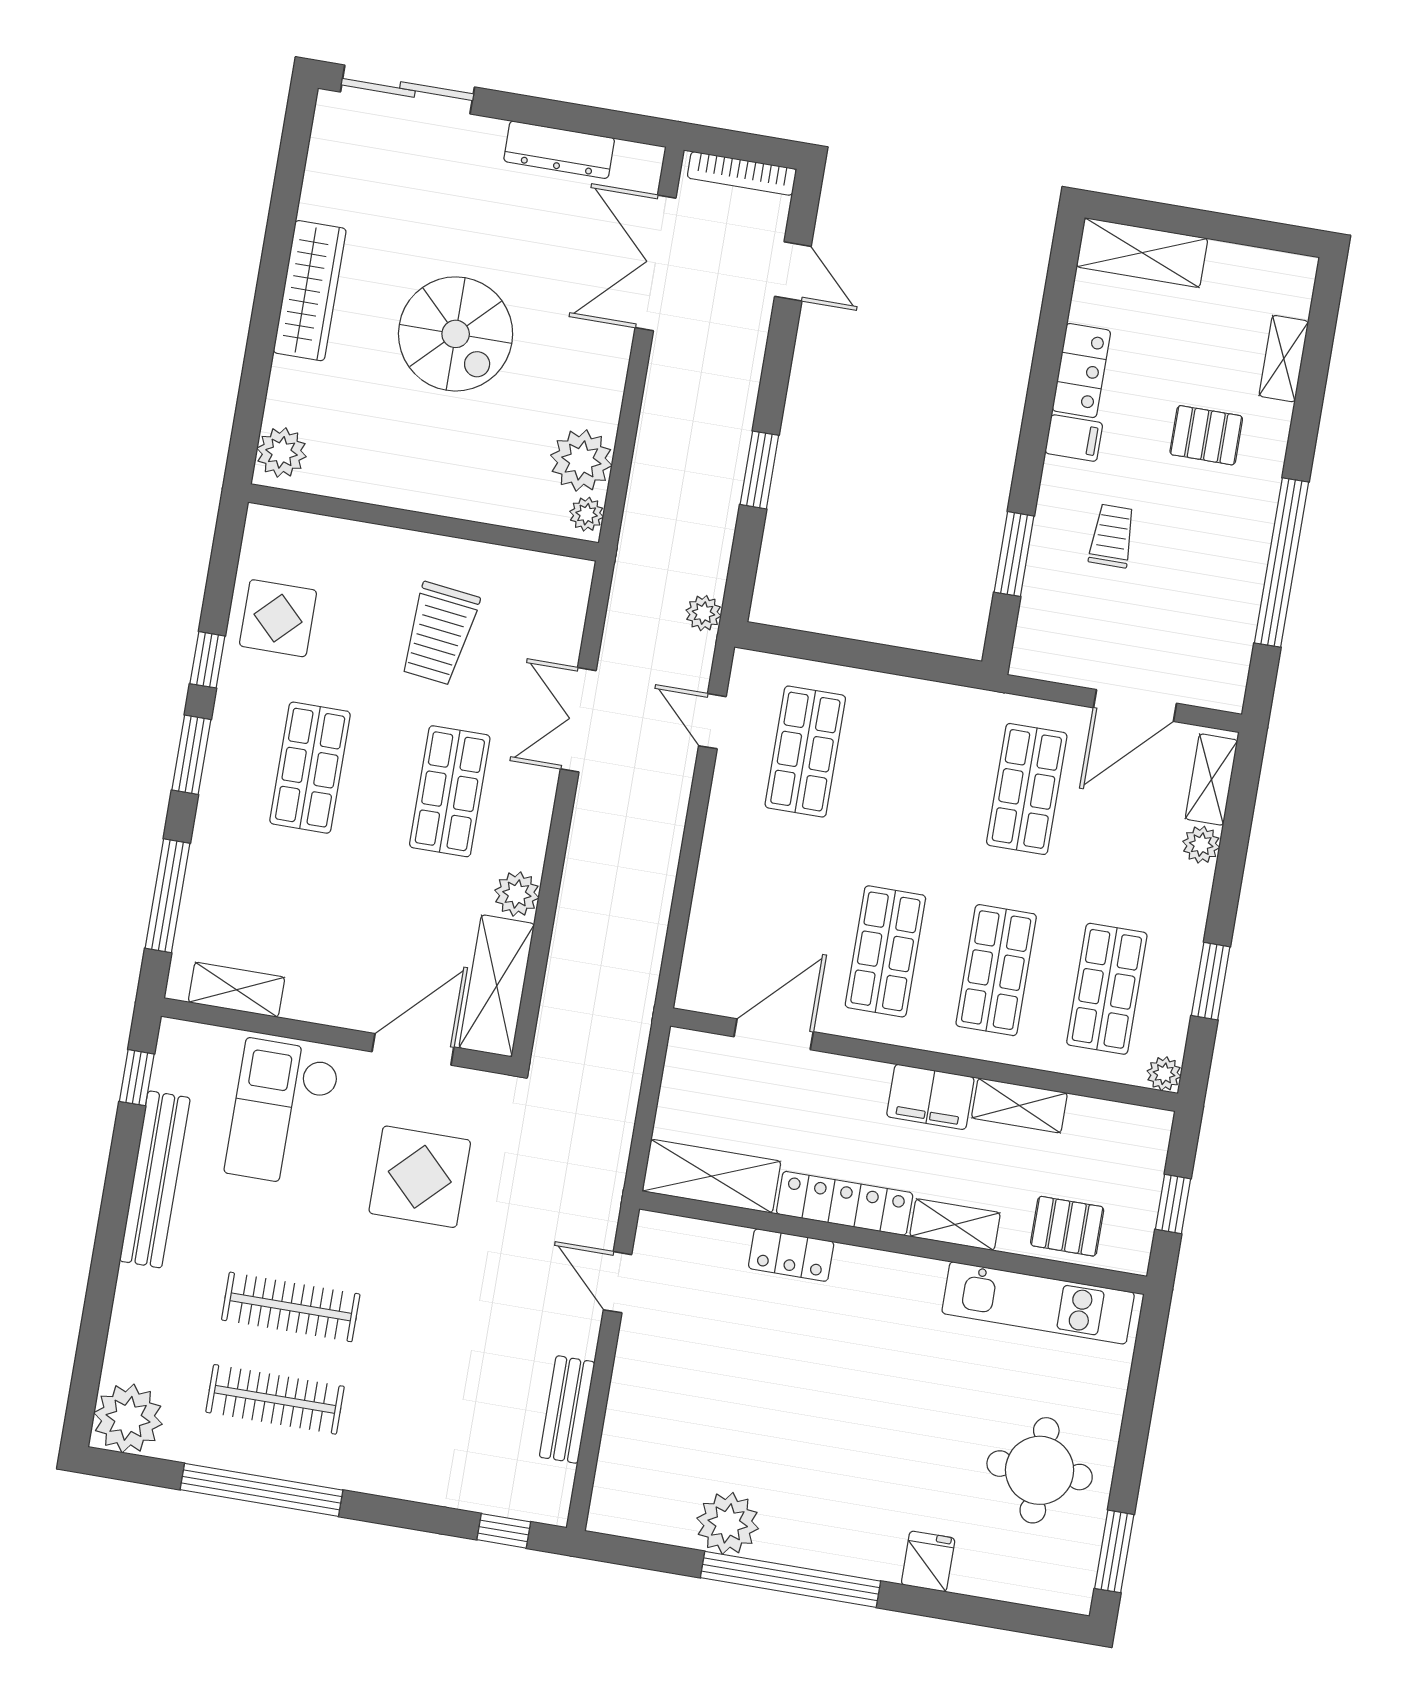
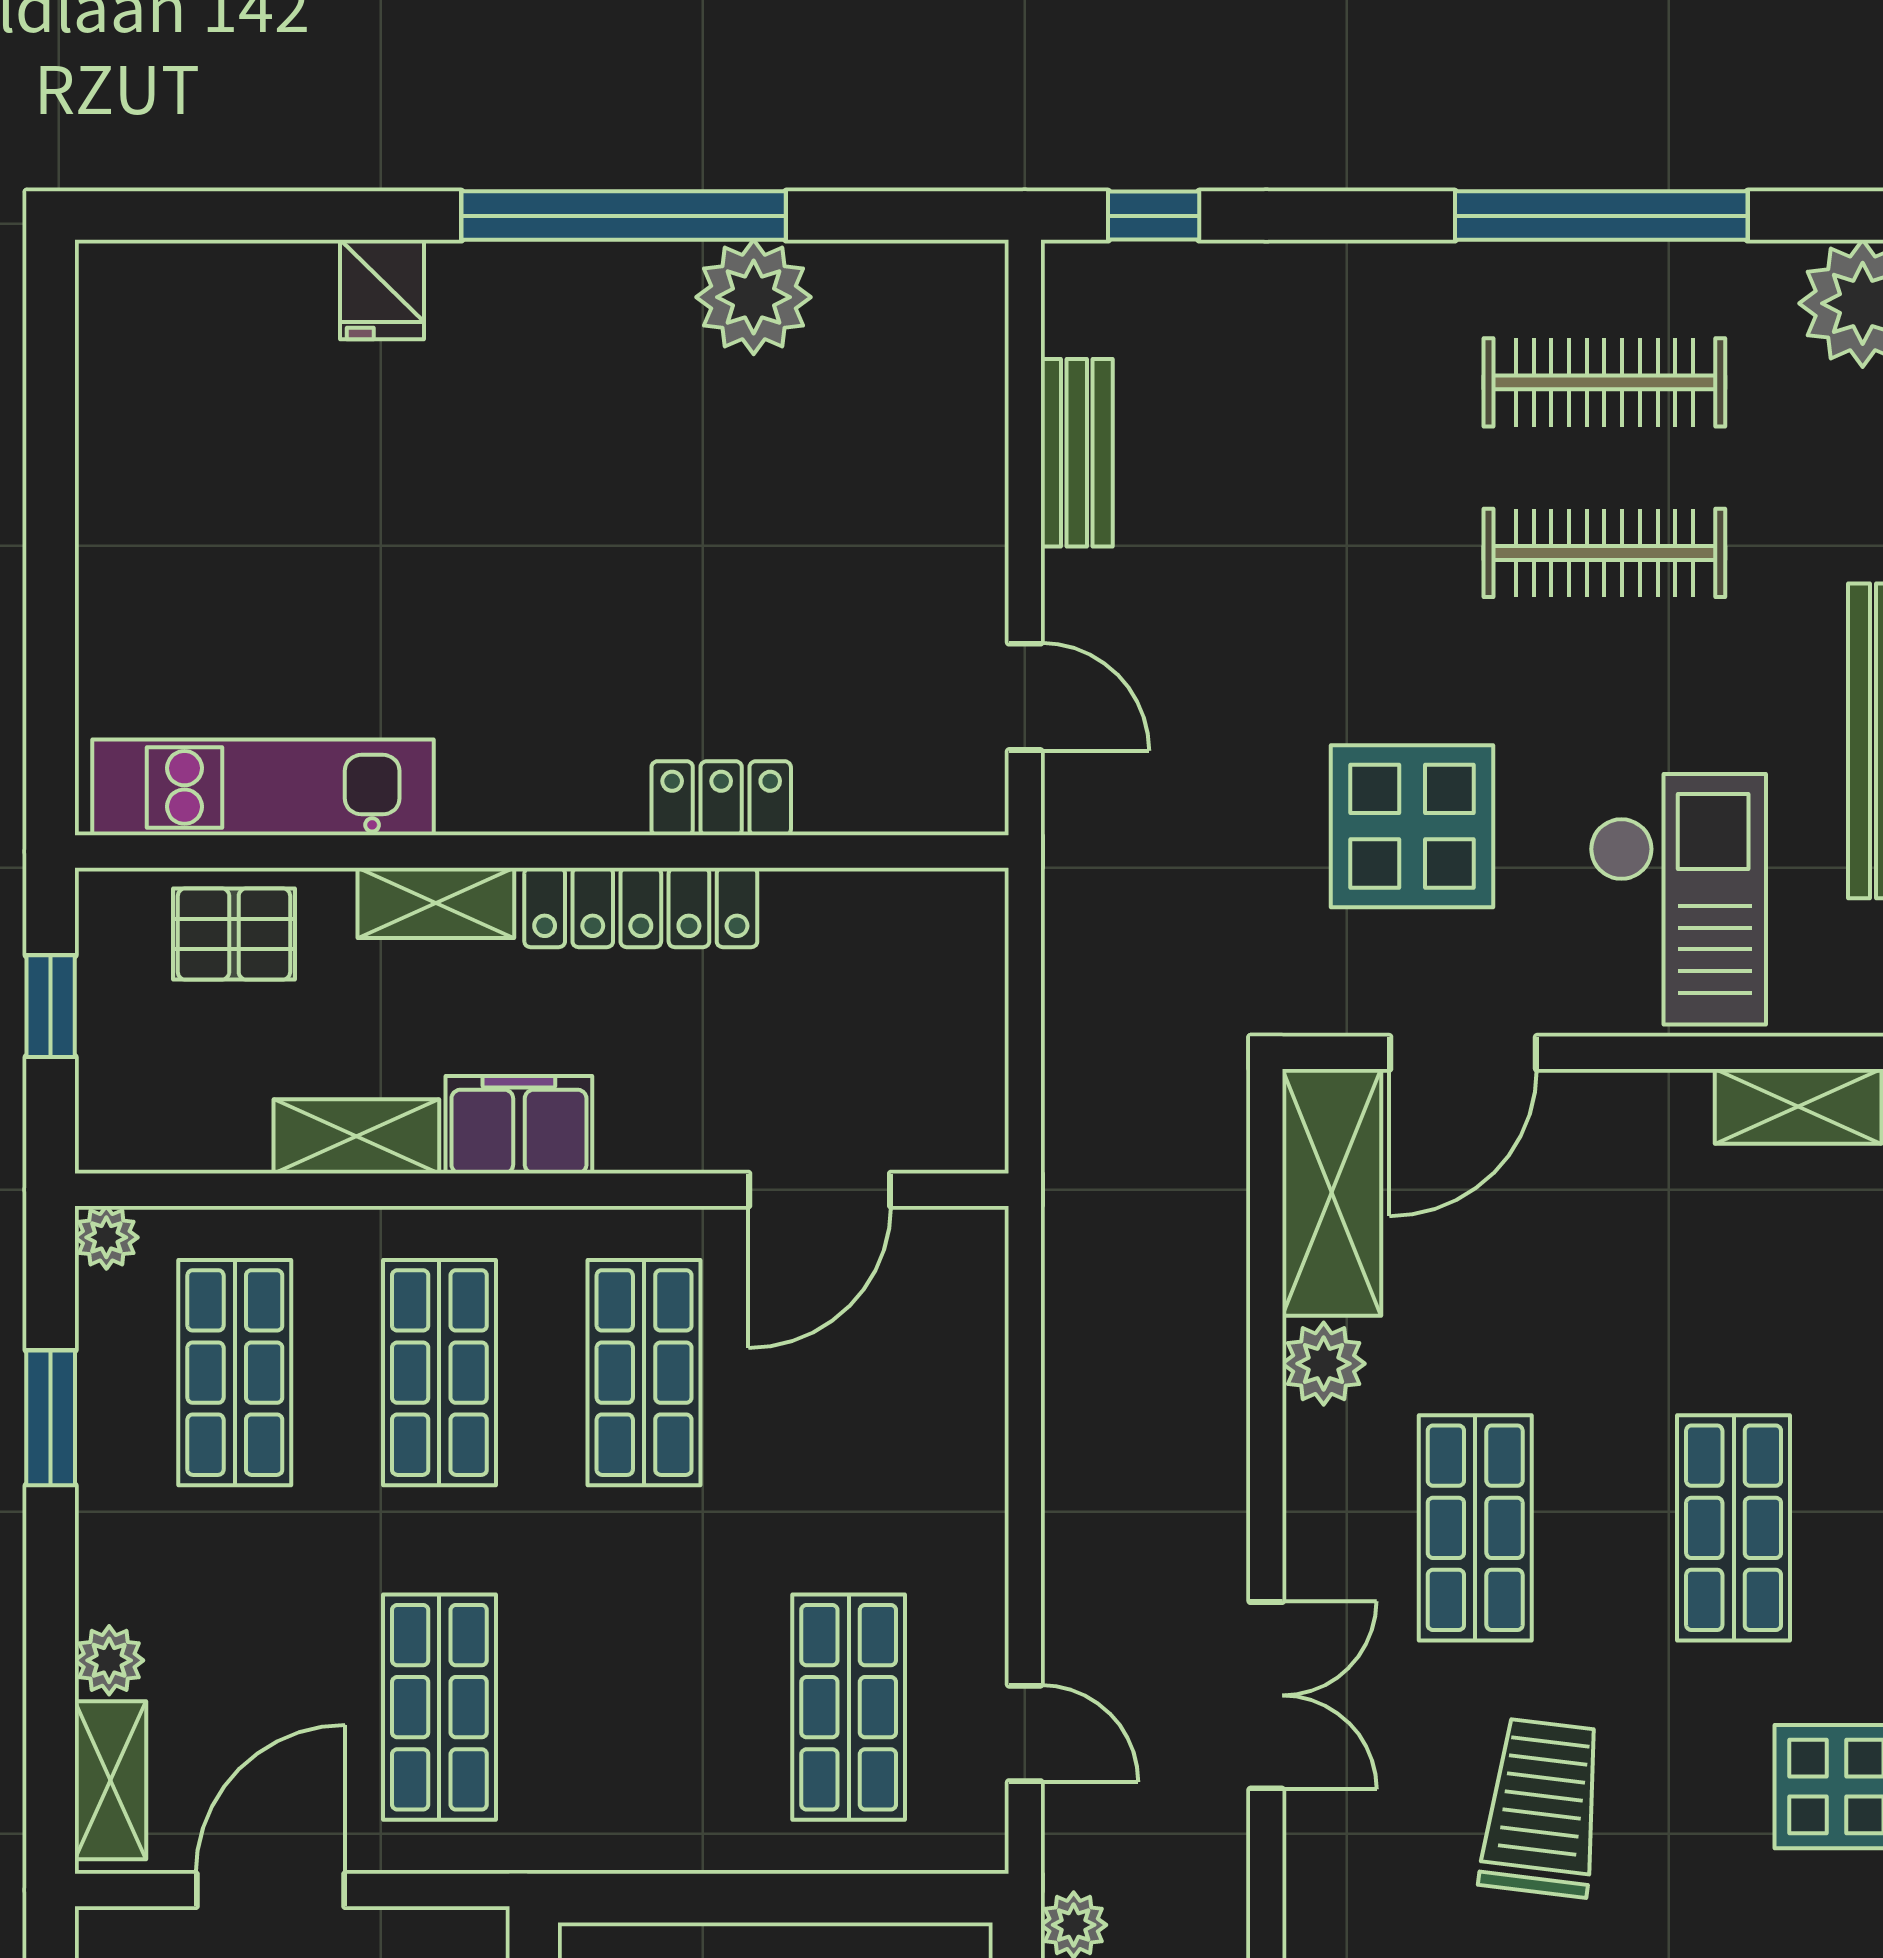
shelving: (712, 1176) -> (888, 916), removed
round table: (1040, 1470) -> (209, 487), removed
window: (1114, 1551) -> (51, 364), removed

